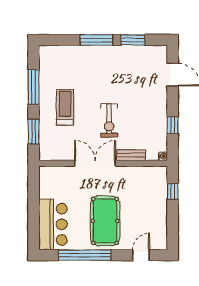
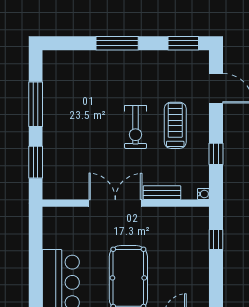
window: (133, 40) -> (183, 43), moved
treadmill: (65, 107) -> (175, 125), moved
exercise bike: (109, 120) -> (136, 127), moved

